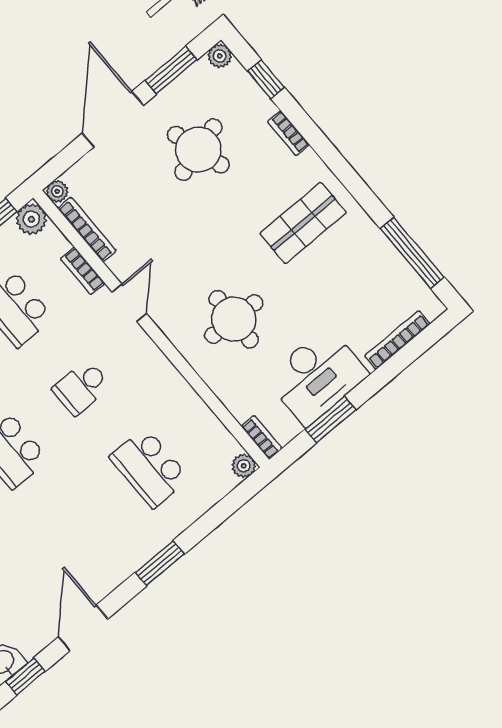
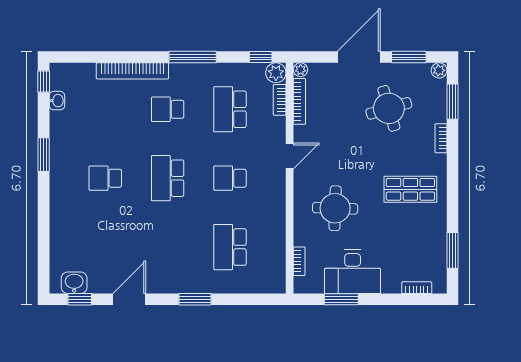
window: (266, 79) -> (452, 102), width x1.50
window: (412, 253) -> (452, 250), width x0.69
bookcase: (83, 271) -> (280, 100), moved
bookcase: (397, 340) -> (417, 288), width x0.64
bookcase: (262, 437) -> (299, 261), moved
plant: (244, 466) -> (278, 286), removed

